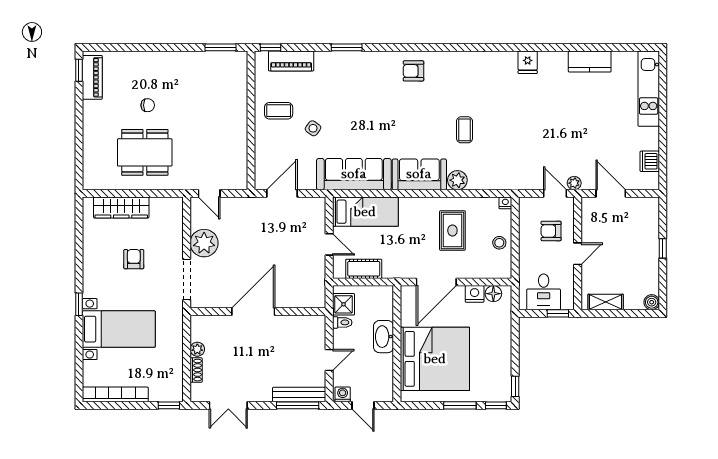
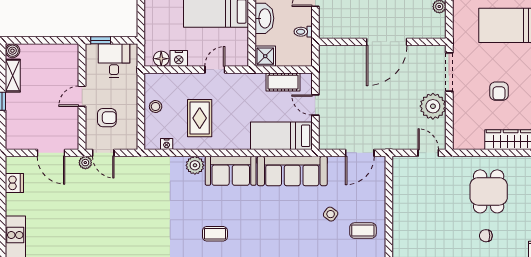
coffee table: (465, 130) -> (215, 234), moved, turned 90
dining table: (145, 152) -> (489, 191), width x0.73
nightstand: (505, 203) -> (167, 144), moved
door: (436, 282) -> (215, 70), width x0.53
shelving: (606, 302) -> (13, 76), moved, turned 90
shower: (344, 304) -> (265, 56), moved

